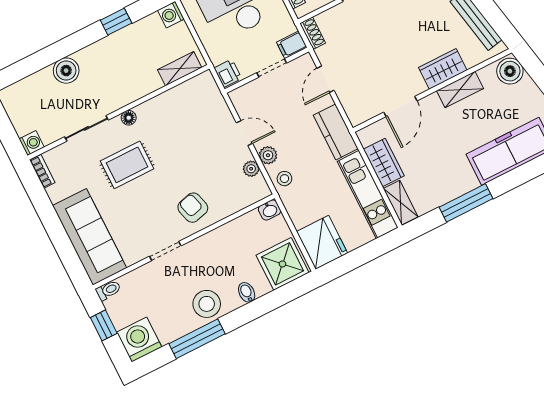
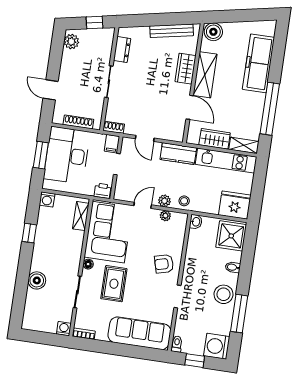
shelving: (460, 90) -> (205, 75), width x1.50, depth x1.33
corner sofa: (184, 115) -> (108, 232), added
window: (466, 203) -> (270, 109), width x1.46

